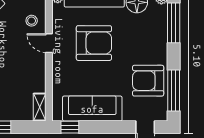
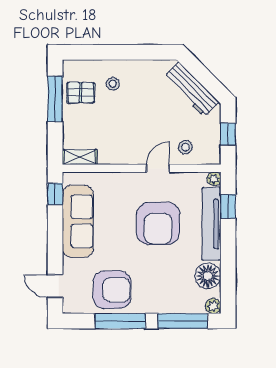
armchair: (148, 81) -> (112, 290), turned 90
window: (174, 91) -> (120, 321), moved

